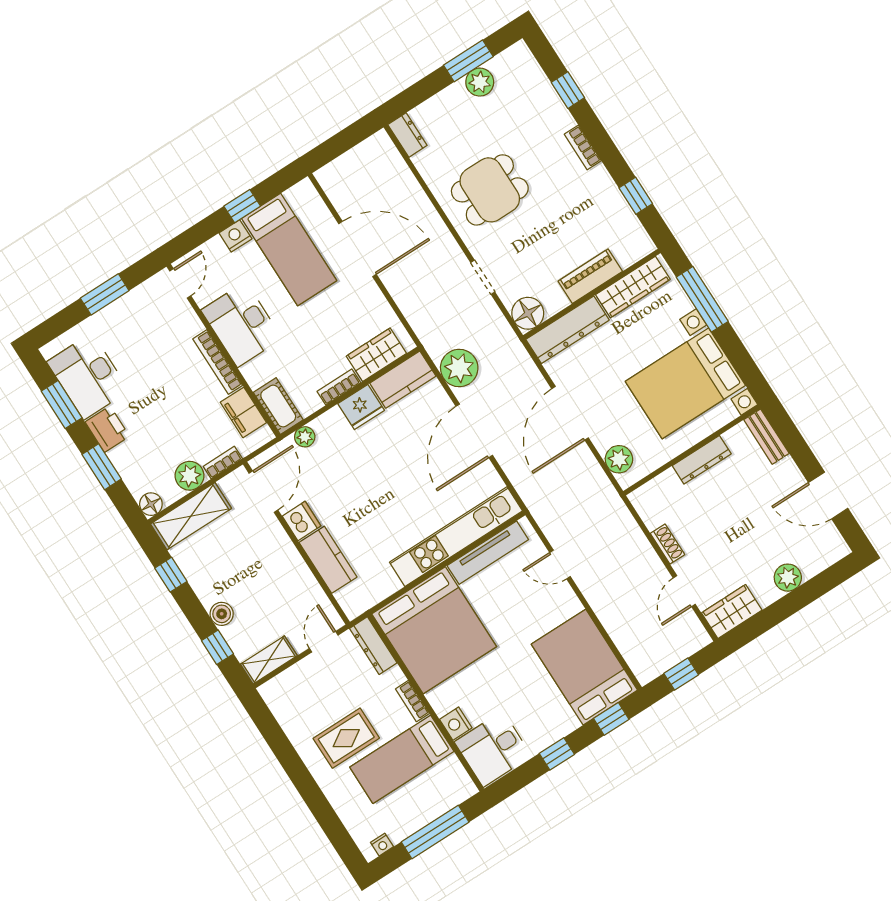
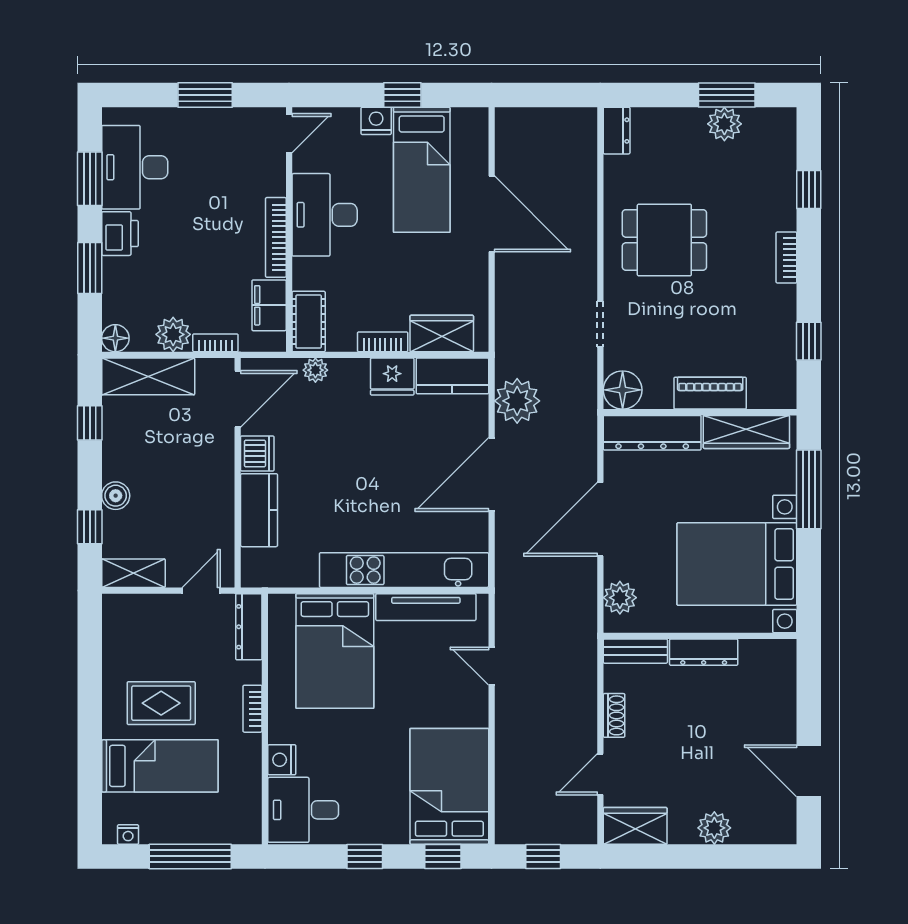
bench: (766, 437) -> (635, 651), moved, turned 90
bed: (434, 630) -> (335, 651), width x0.73
bed: (402, 759) -> (160, 766), moved, turned 180

